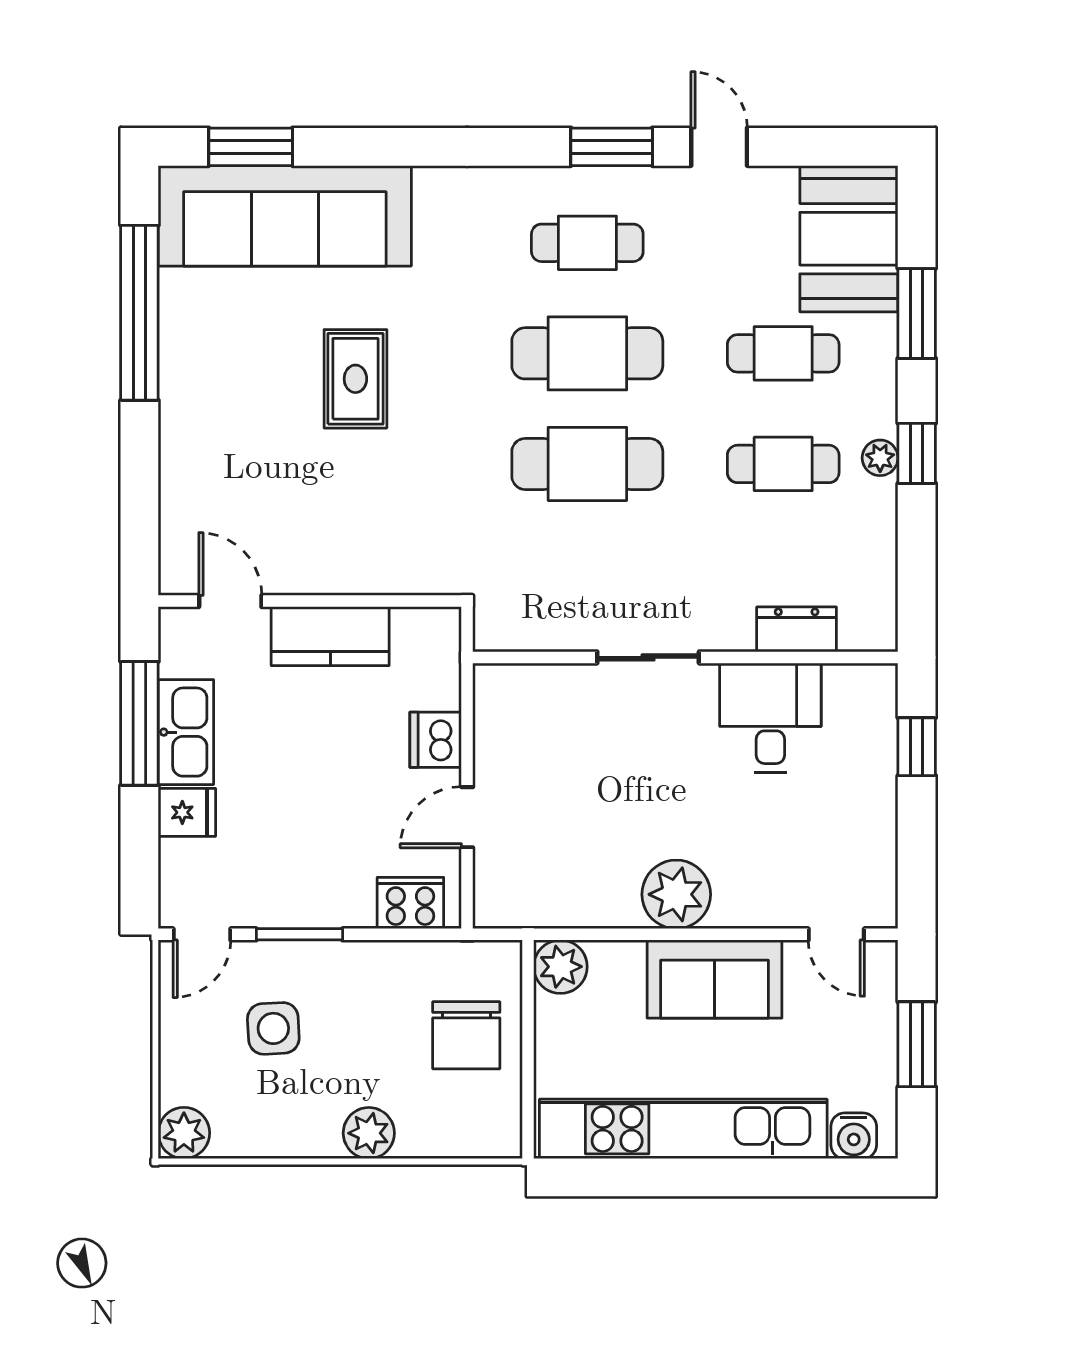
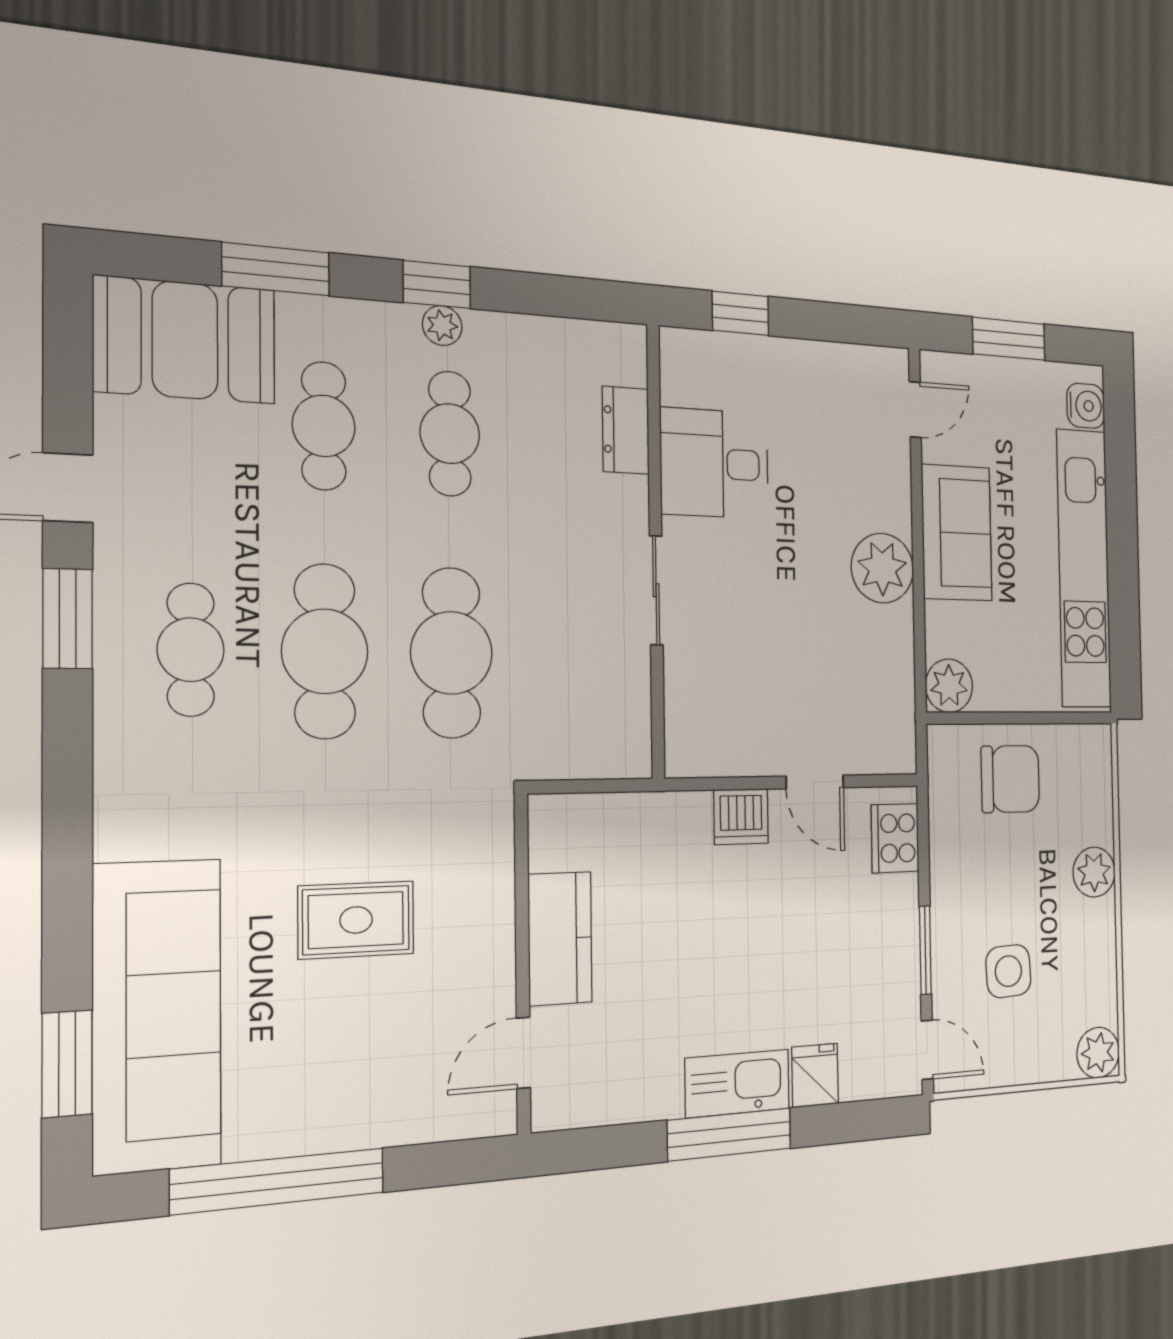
door: (230, 601) -> (523, 1053), moved
wall: (310, 601) -> (522, 963), moved
kitchen counter: (330, 636) -> (560, 938), moved

